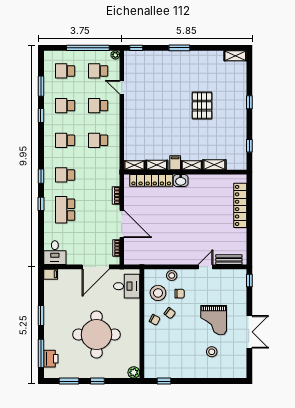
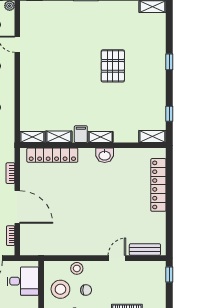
shelving: (214, 165) -> (152, 136), moved
washbasin: (181, 181) -> (105, 155), moved

